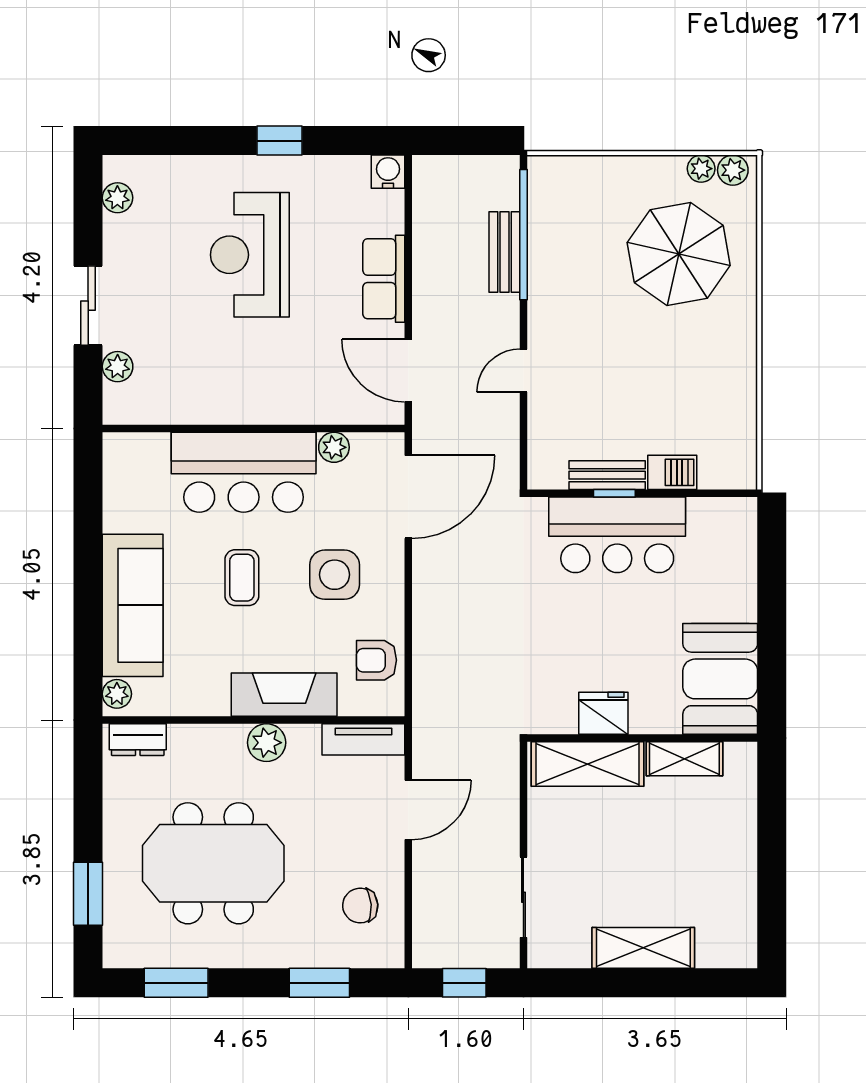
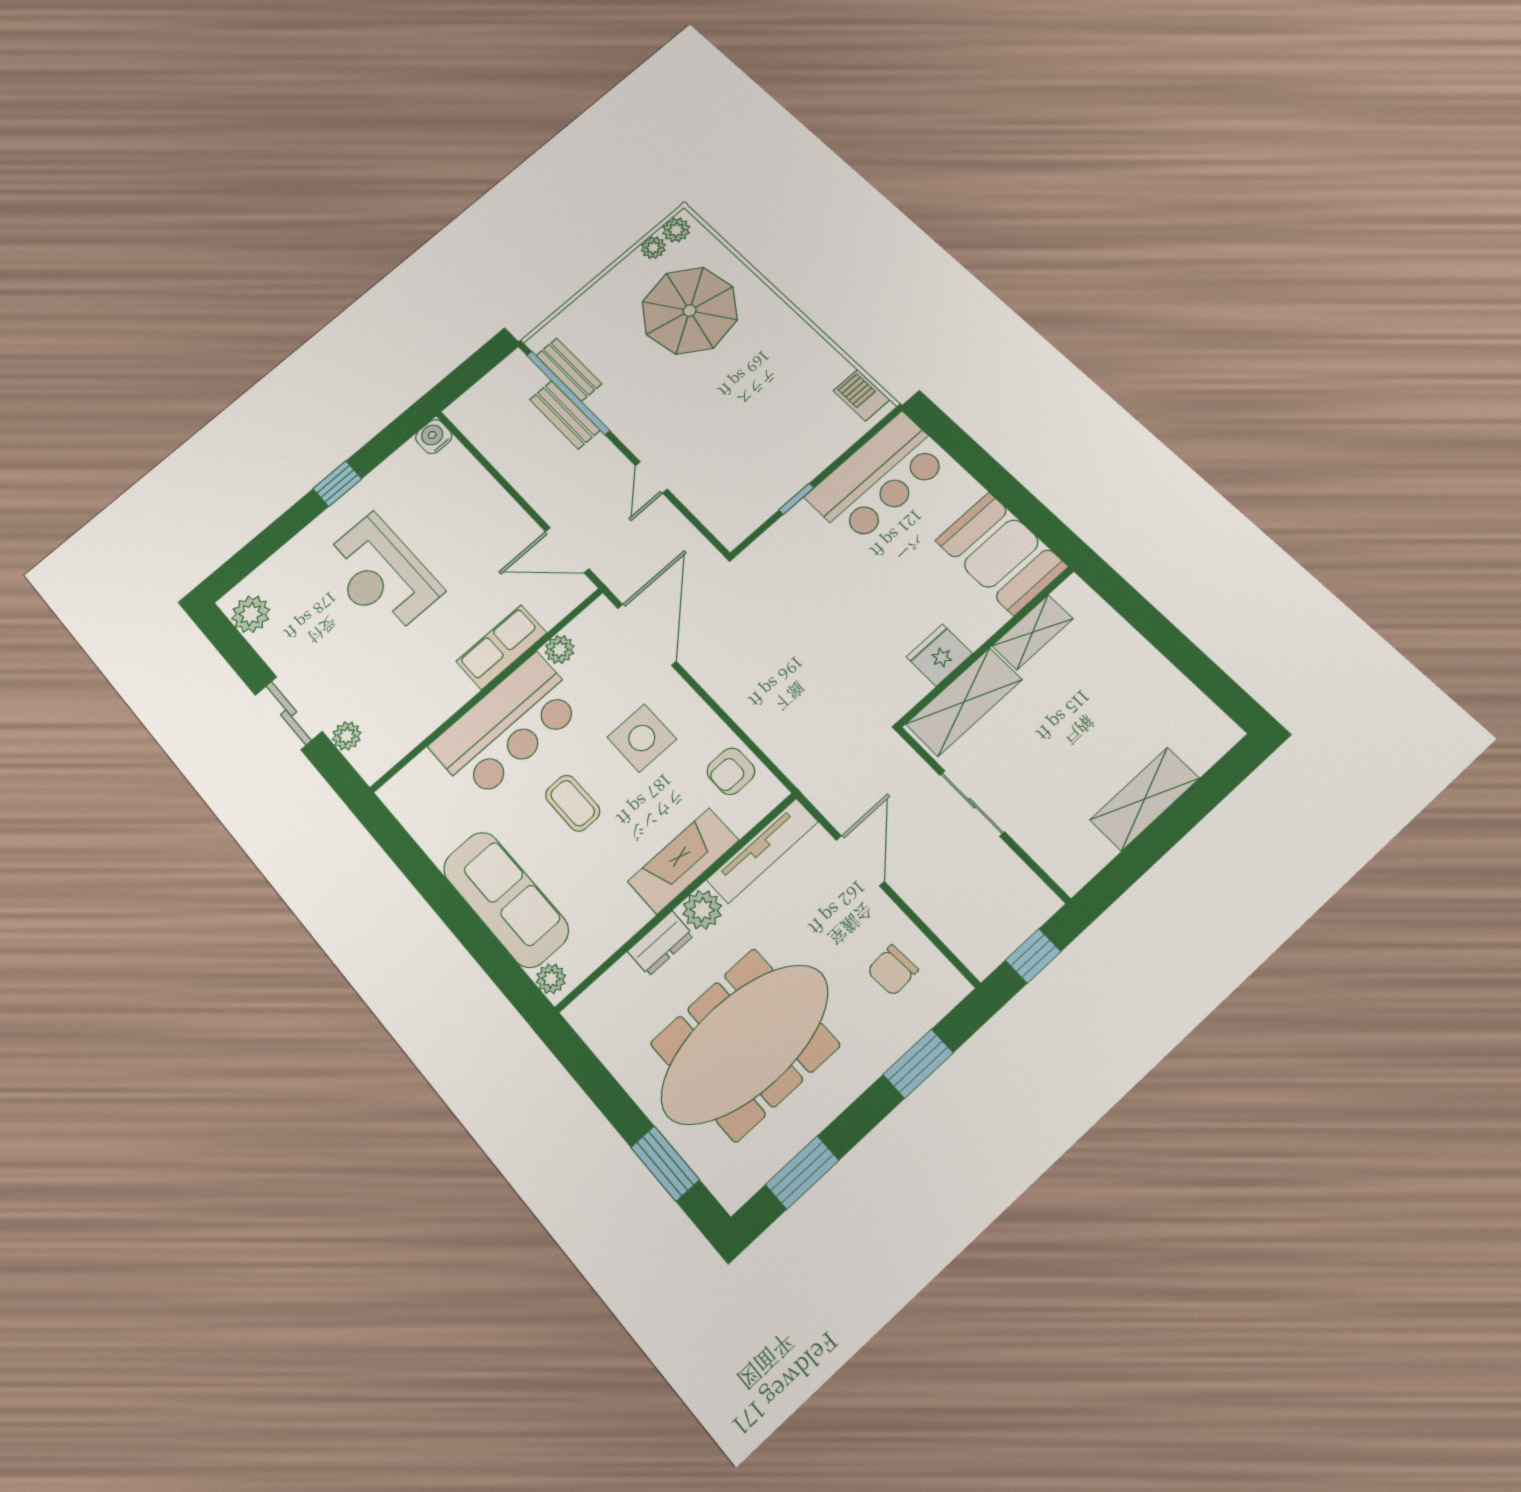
plant: (117, 198) -> (251, 614), width x1.38, depth x1.38
row of seats: (384, 279) -> (501, 647), moved, turned 90
barbecue: (672, 472) -> (862, 395), moved, turned -90
bench: (607, 475) -> (569, 370), moved, turned 90
bar counter: (617, 535) -> (878, 478), moved
tv unit: (363, 739) -> (762, 851), width x1.41
dresser: (138, 740) -> (661, 943), moved
meeting table: (213, 863) -> (745, 1044), width x1.36
sliding door: (523, 897) -> (972, 803), moved

